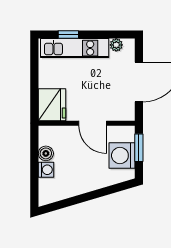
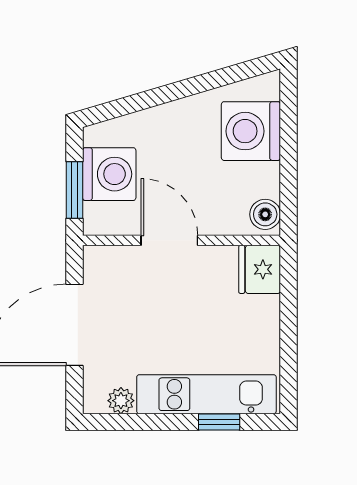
fridge: (52, 105) -> (260, 269), width x0.73, depth x0.75
boiler: (46, 153) -> (265, 214), moved
washing machine: (46, 170) -> (251, 131), width x1.89, depth x1.89

